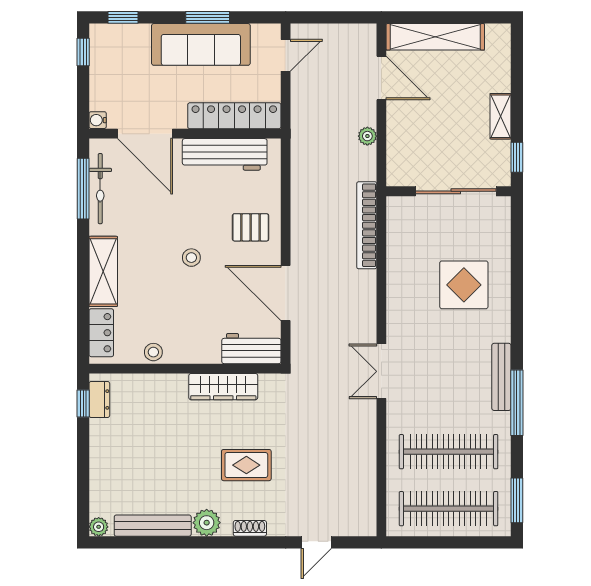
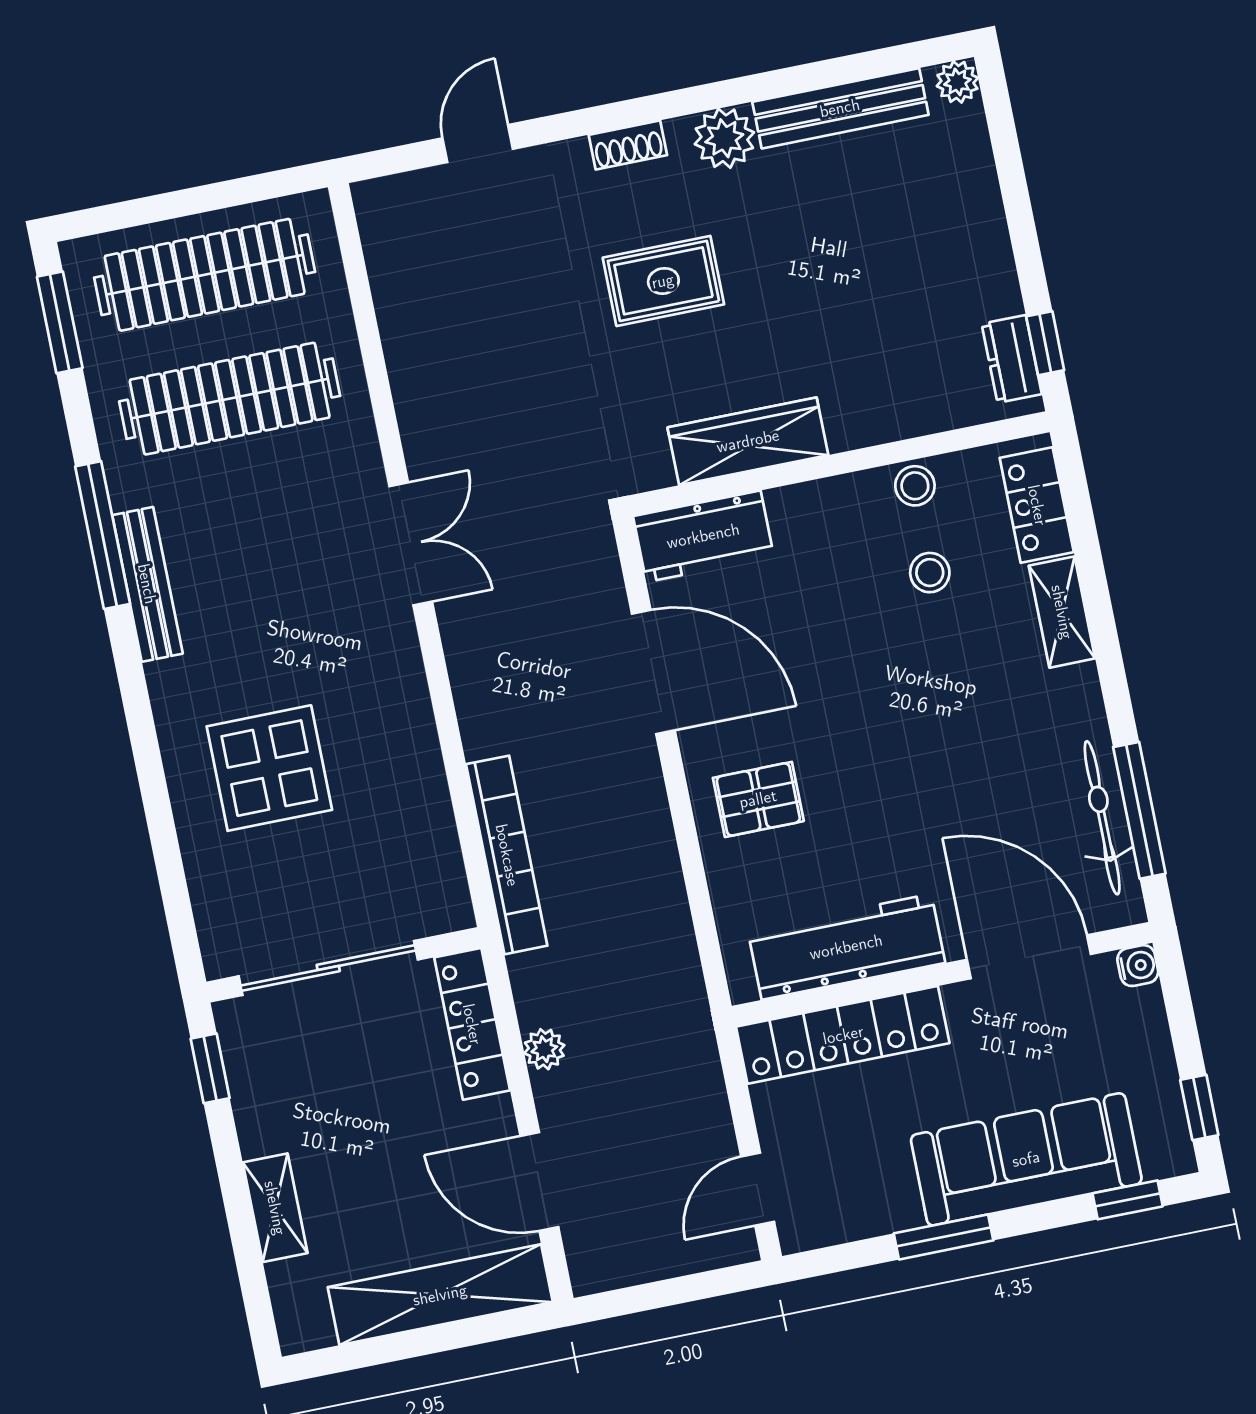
sofa: (201, 44) -> (1026, 1159), moved
shelving: (501, 116) -> (275, 1208), moved
locker: (397, 154) -> (472, 1024), added
stool: (191, 258) -> (930, 573), moved
shelving: (103, 271) -> (1062, 612), width x0.67, depth x0.75

